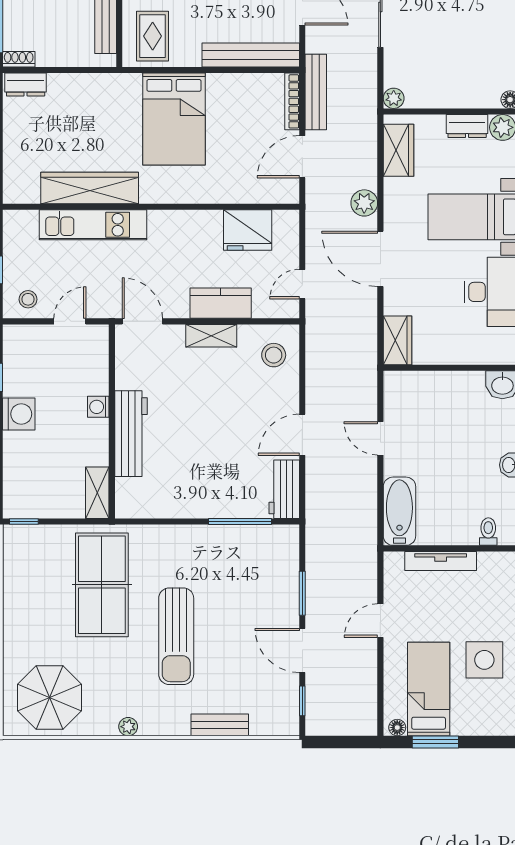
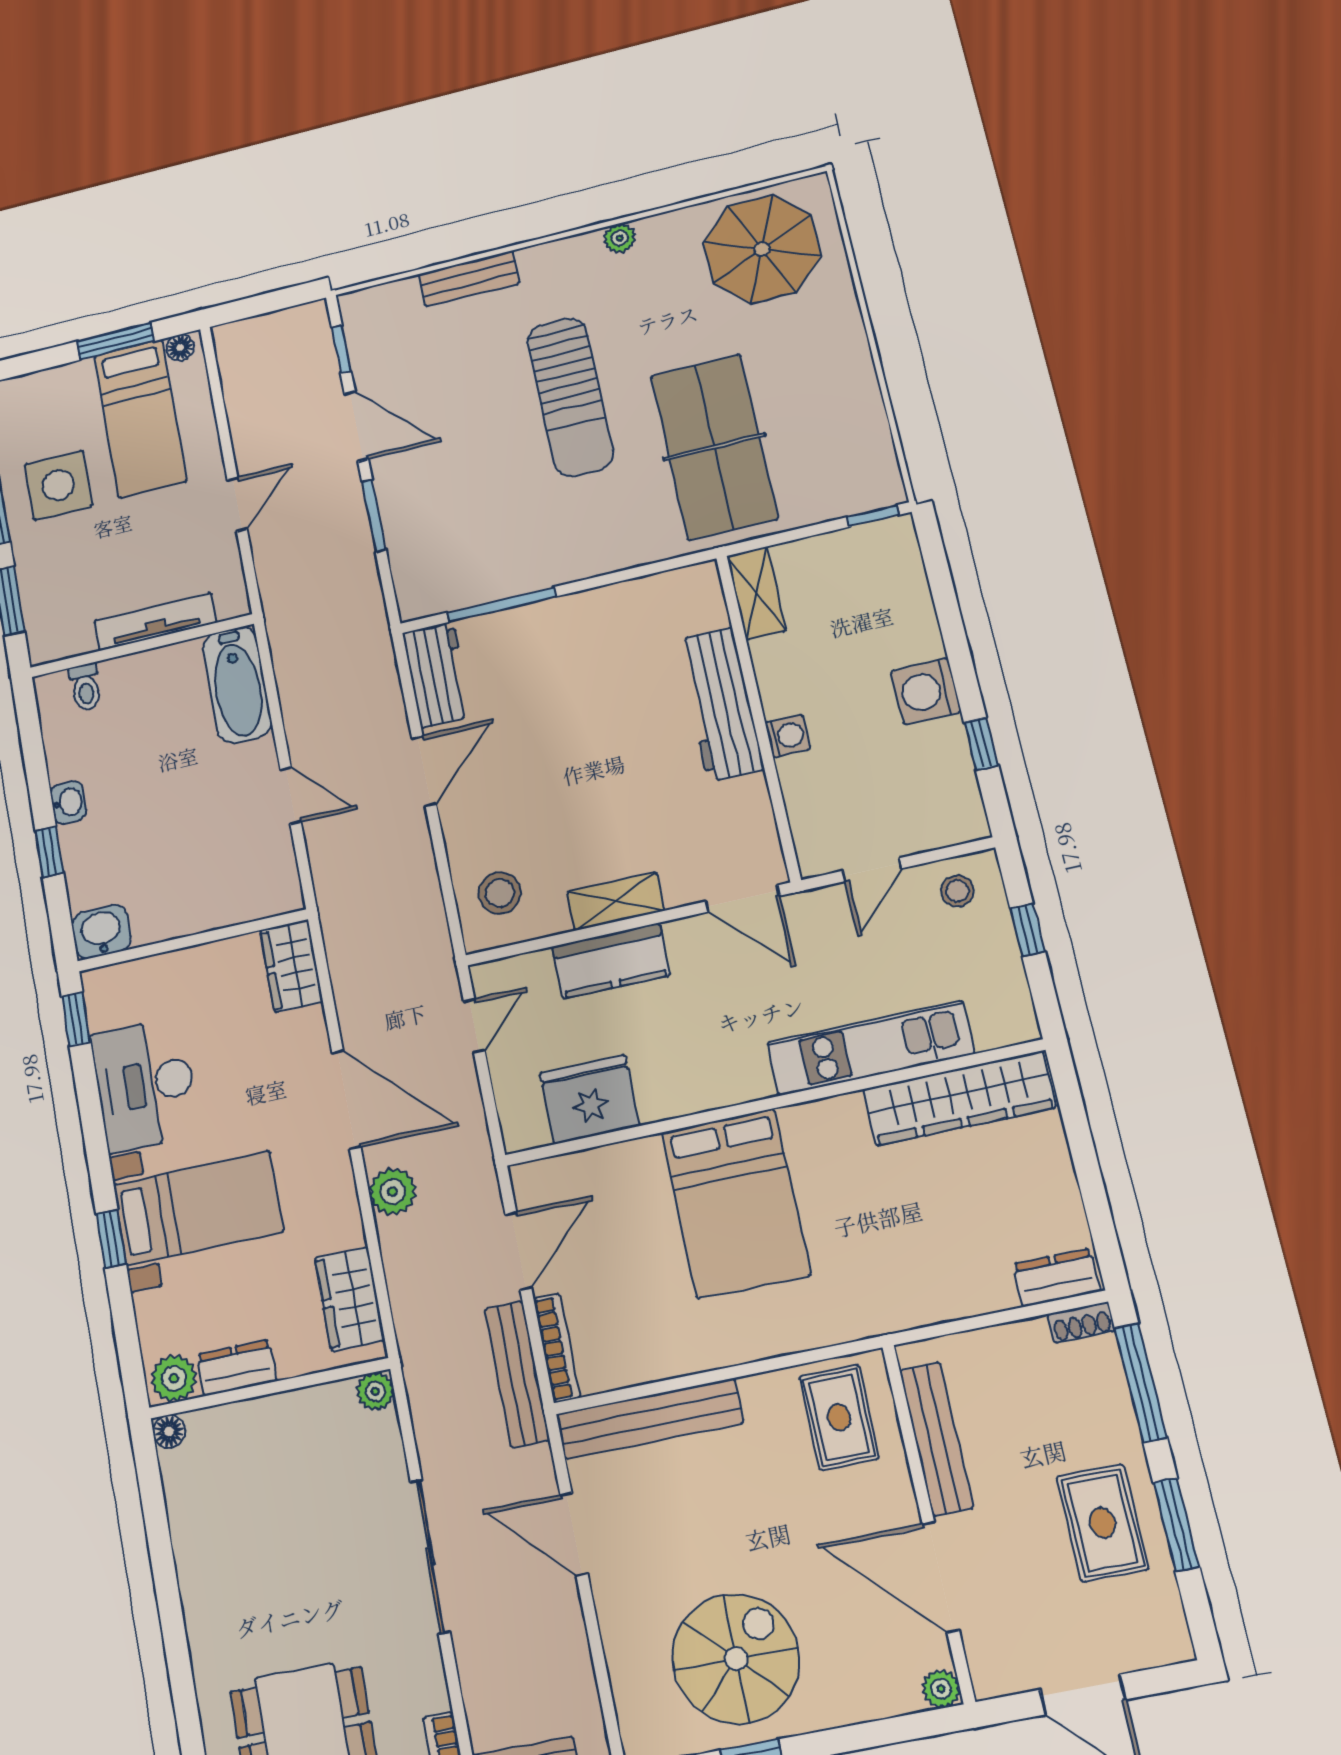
bed: (174, 119) -> (736, 1203), moved, turned 180
wardrobe: (90, 188) -> (959, 1098), moved
sun lounger: (176, 636) -> (570, 397), turned 180

